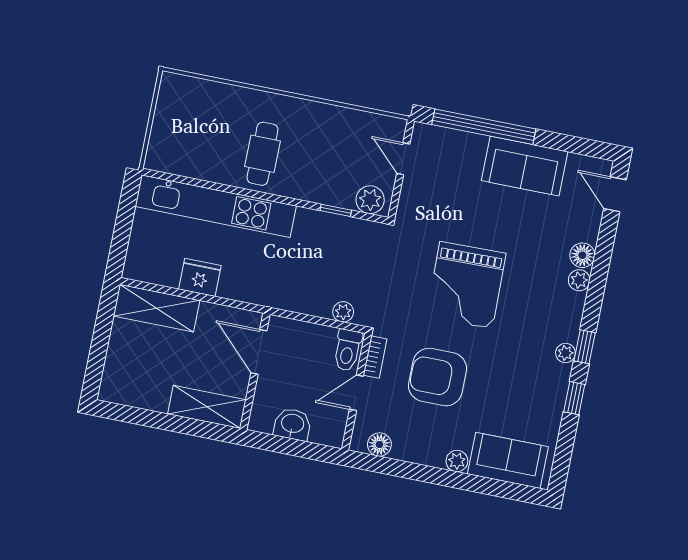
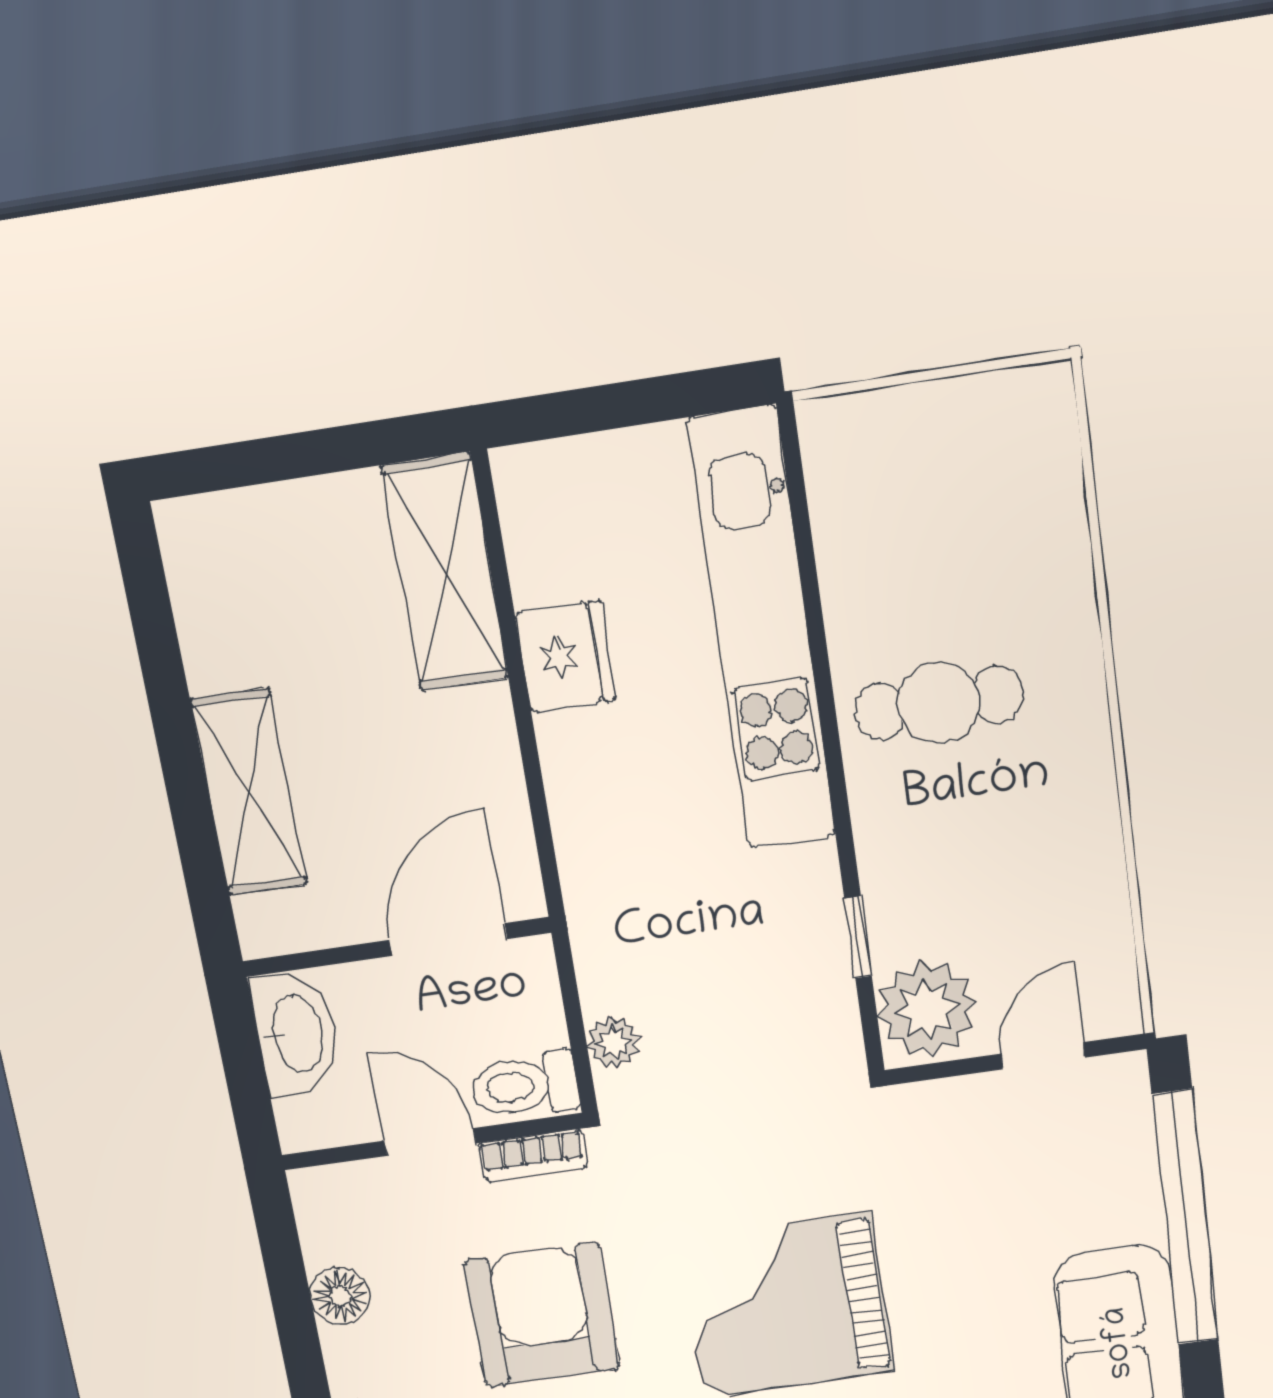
plant: (370, 200) -> (927, 1009), width x1.36, depth x1.36
door: (259, 352) -> (448, 939), moved
wall: (255, 371) -> (397, 947), moved
washbasin: (292, 424) -> (296, 1034), width x1.38
floor lamp: (379, 445) -> (340, 1296), moved

